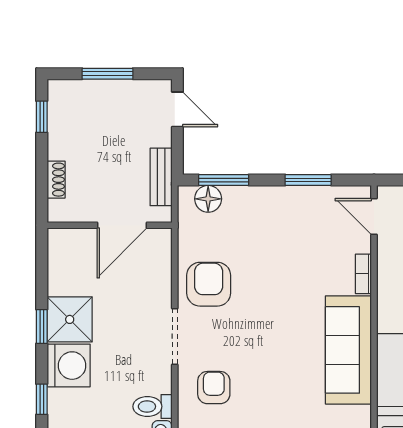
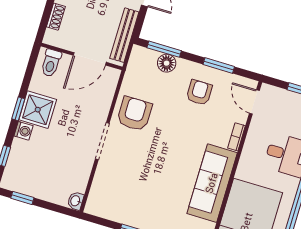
bench: (161, 177) -> (124, 35), width x1.36
floor lamp: (208, 199) -> (167, 63), moved
washing machine: (69, 366) -> (24, 131), width x0.53, depth x0.53
armchair: (214, 388) -> (199, 93), moved
toilet: (152, 406) -> (51, 63), moved, turned -90

